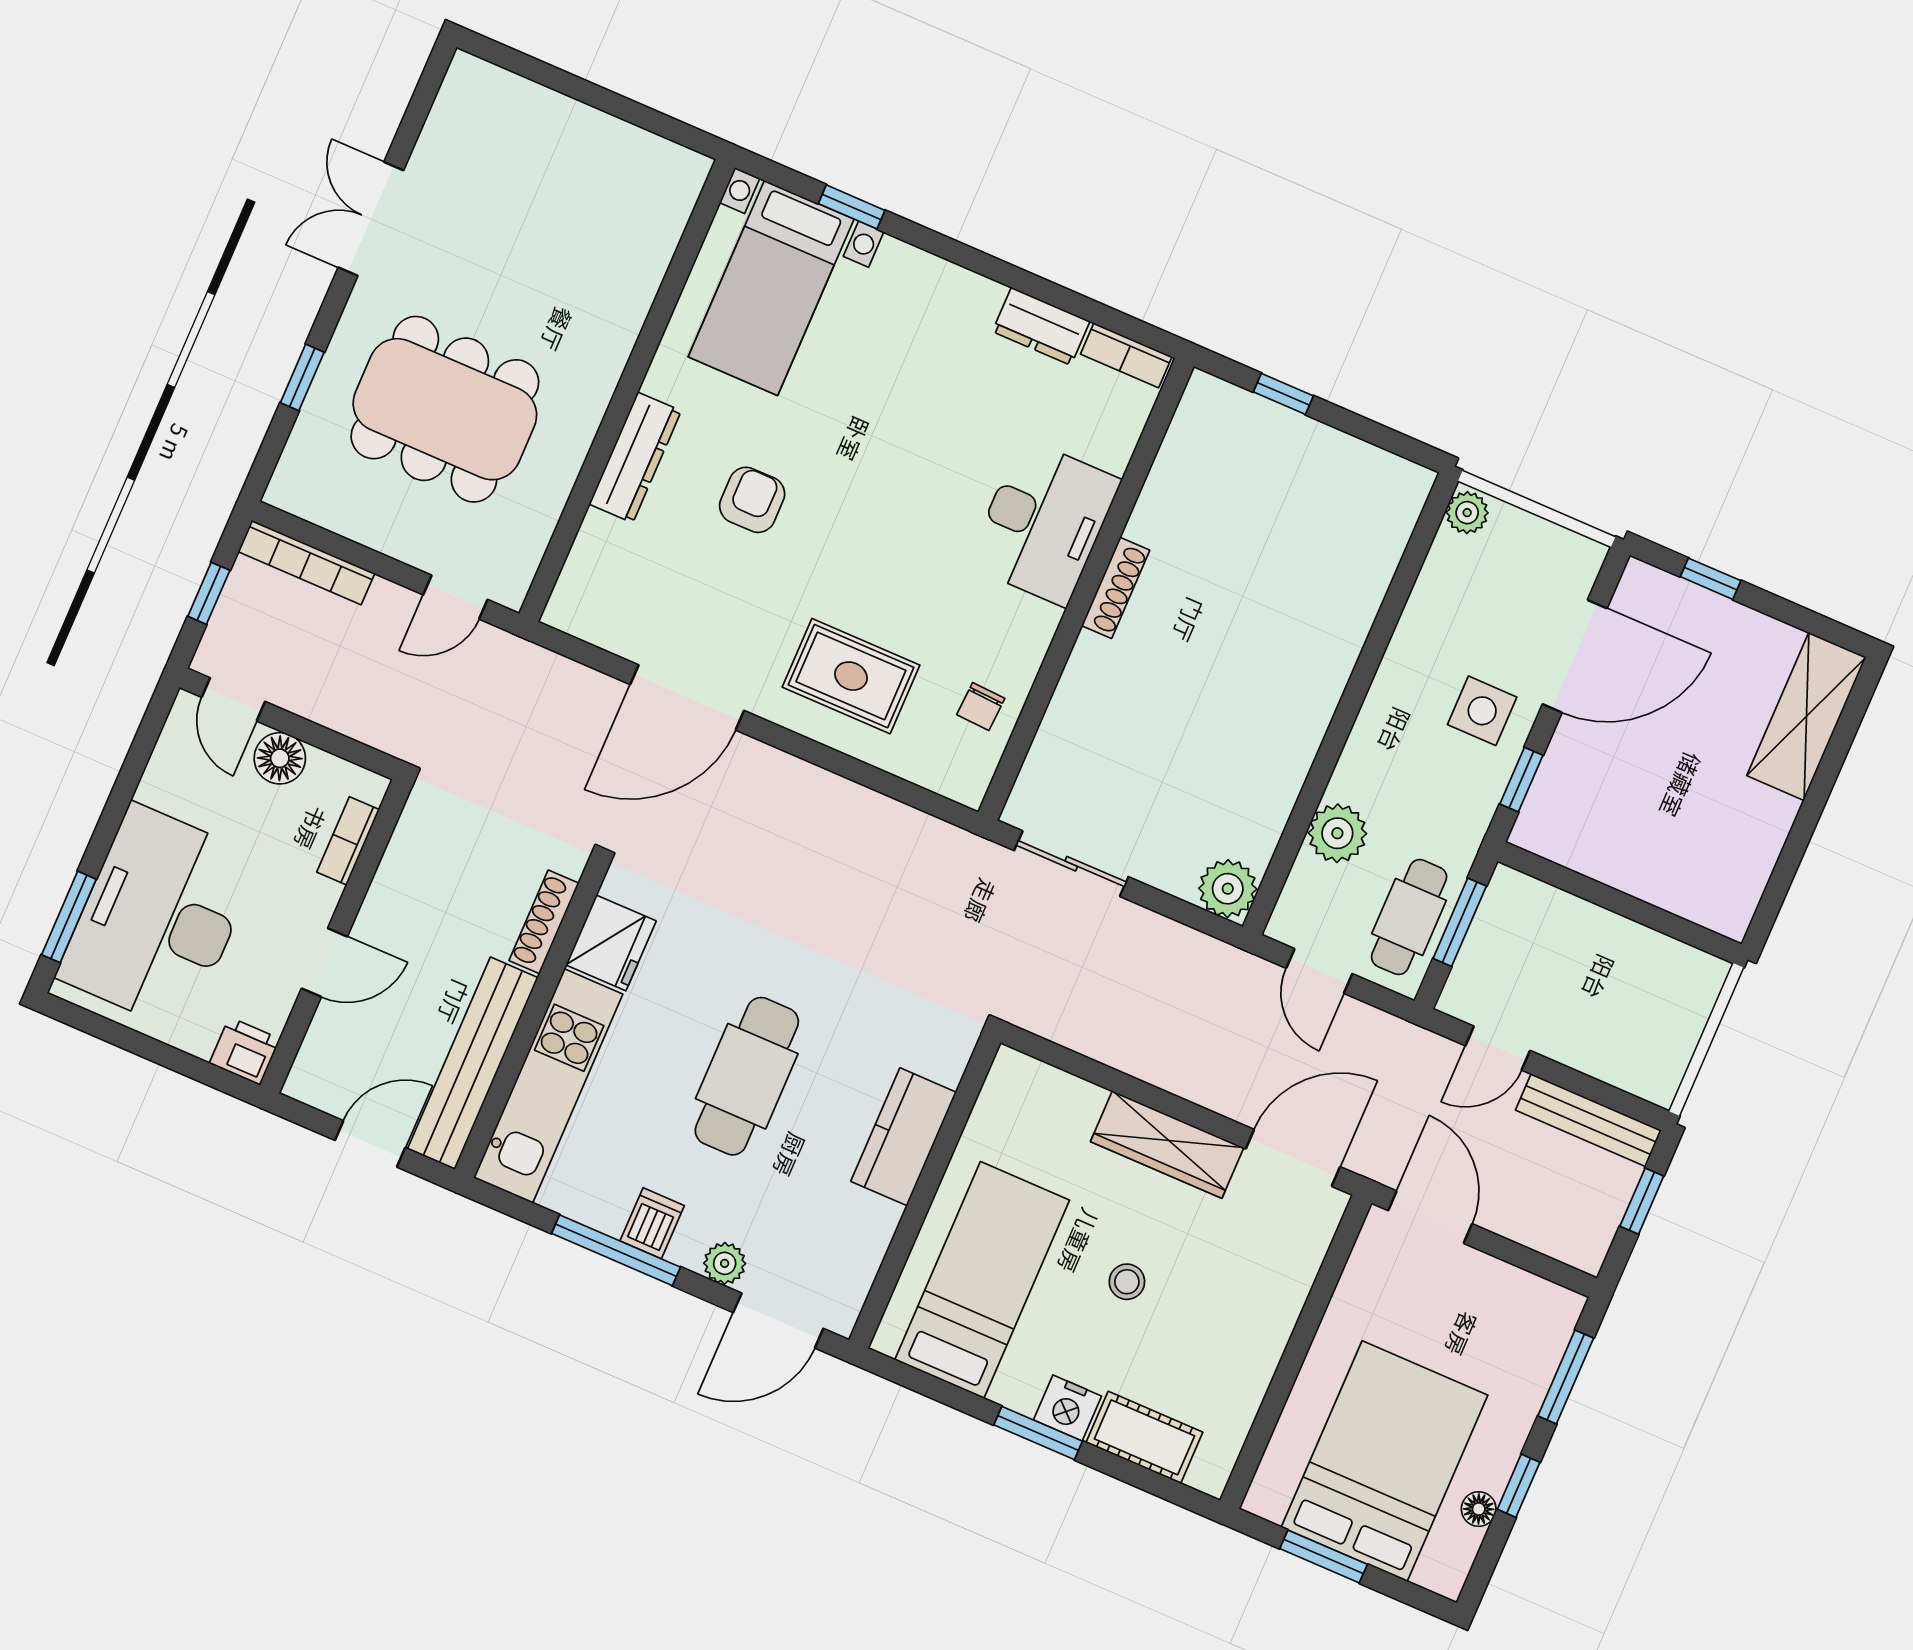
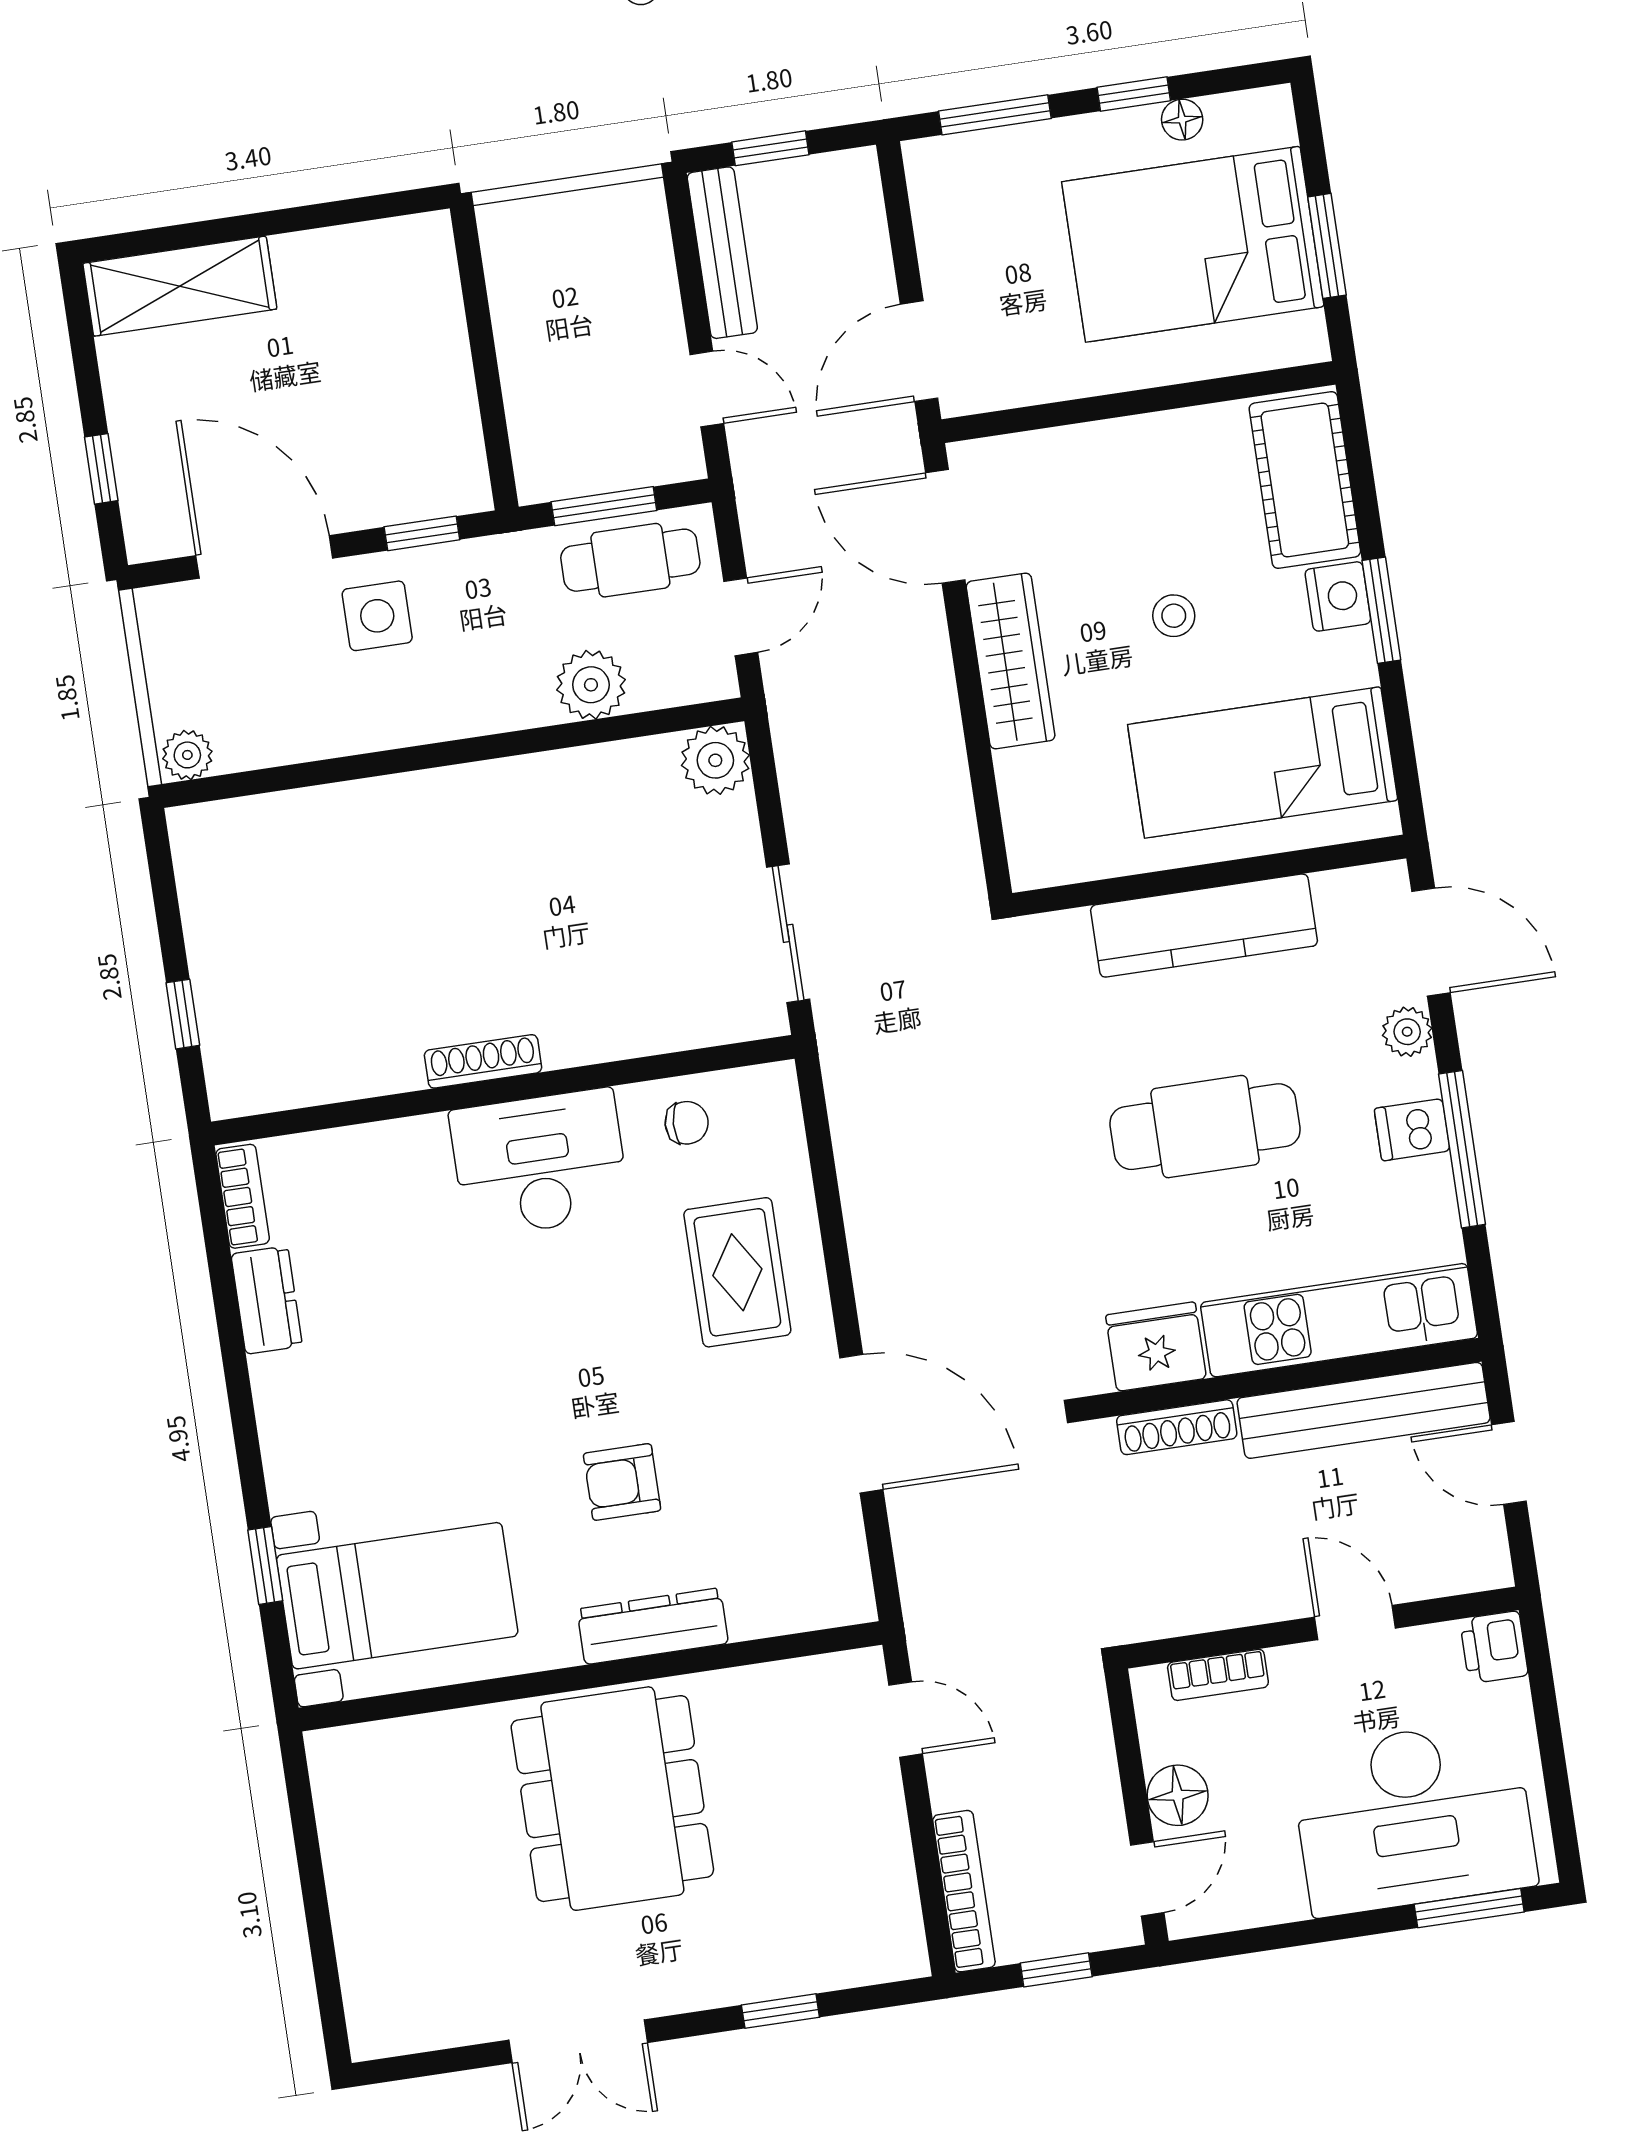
dining table: (445, 409) -> (612, 1799), moved
desk: (1044, 522) -> (540, 1163), moved
kitchen counter: (904, 1137) -> (1204, 926), width x1.50
cot: (1144, 1437) -> (1305, 480), width x1.37, depth x1.34

